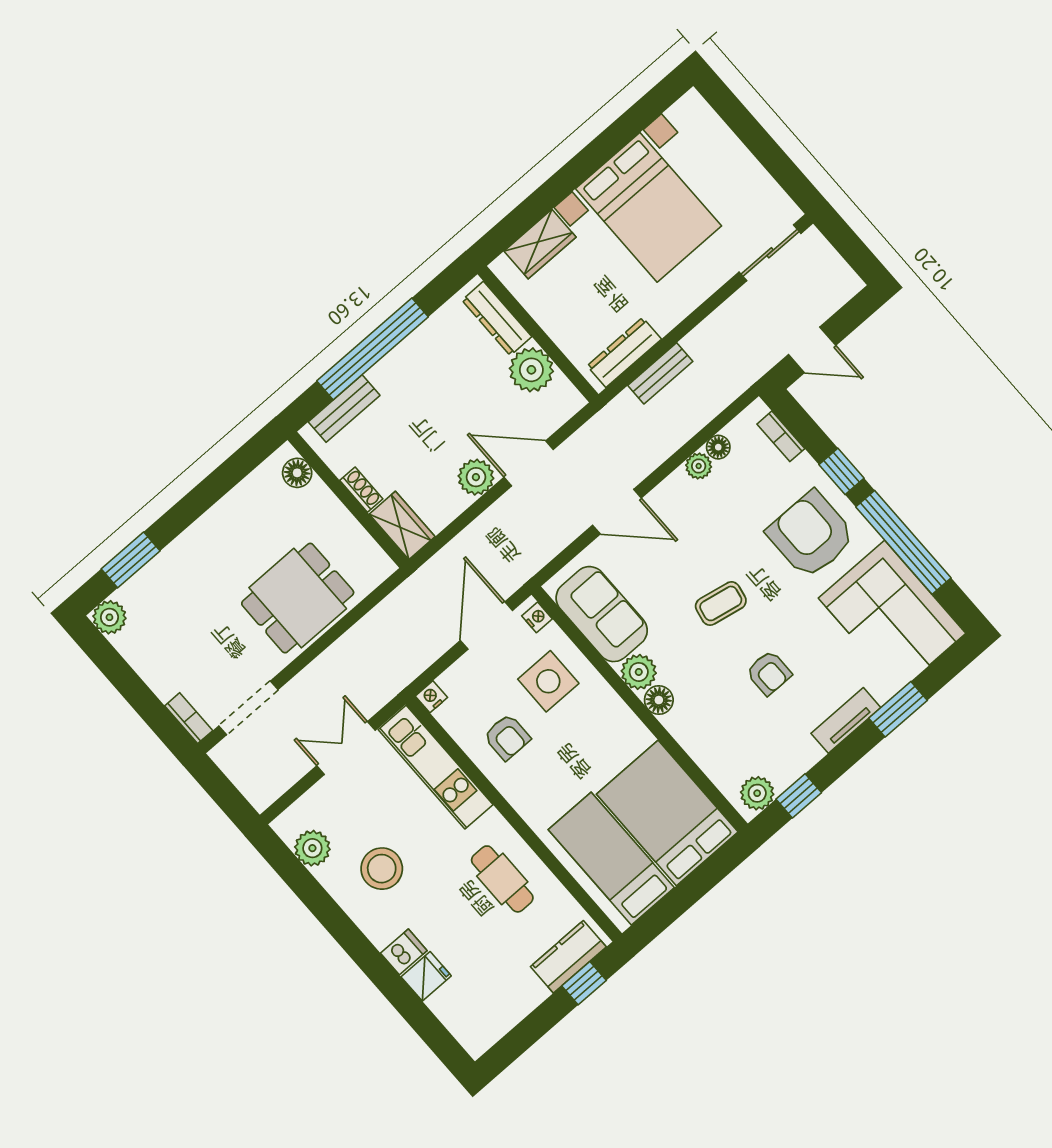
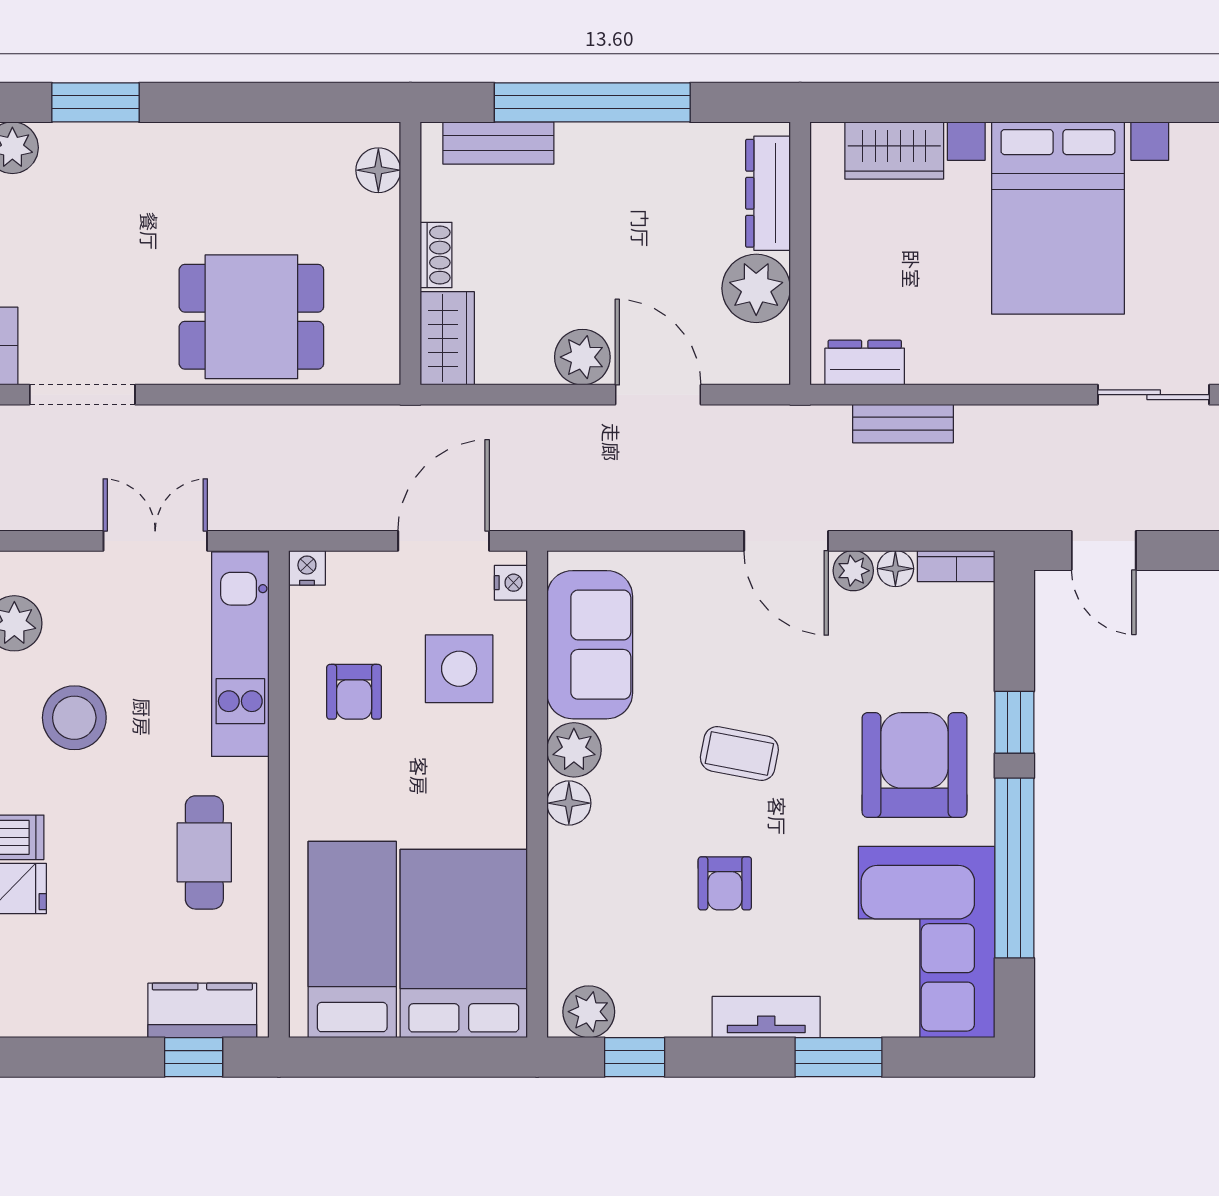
dresser: (624, 352) -> (865, 363), width x0.70
bookcase: (781, 436) -> (956, 566), moved, turned -90
door: (617, 512) -> (786, 541), moved

